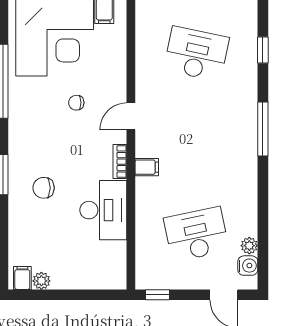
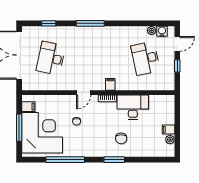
door: (131, 116) -> (84, 93), hinge flipped
filing cabinet: (22, 278) -> (168, 130), moved
window: (157, 295) -> (177, 66), moved

